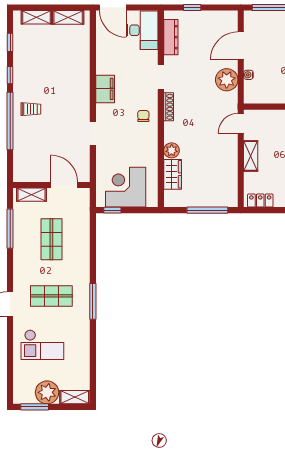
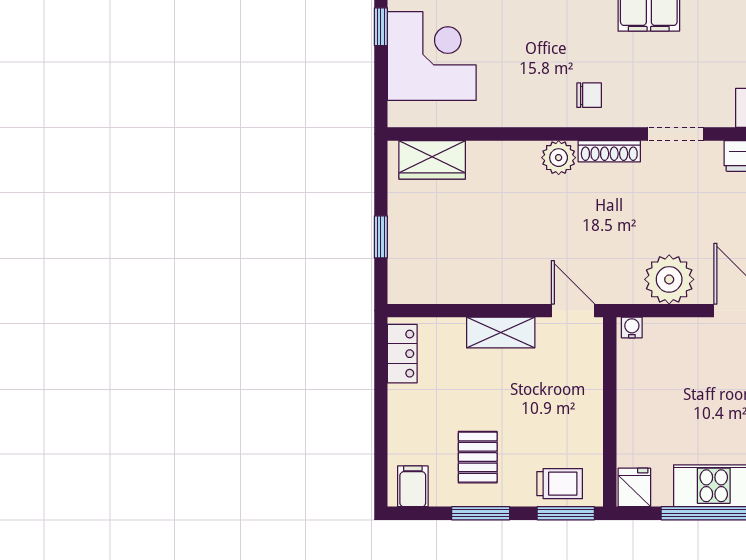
water cooler: (248, 75) -> (632, 327), moved
plant: (172, 150) -> (559, 158), moved
wardrobe: (173, 174) -> (432, 160), moved
window: (207, 210) -> (381, 237), width x0.46

